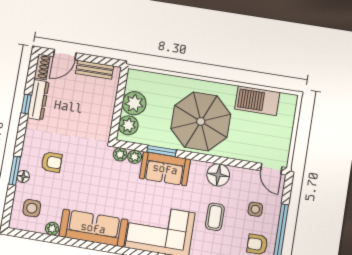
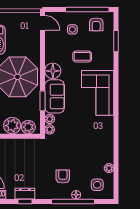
dresser: (38, 100) -> (25, 194), width x0.70
door: (271, 169) -> (43, 23), hinge flipped
window: (15, 171) -> (73, 201), width x2.11
floor lamp: (218, 175) -> (53, 71), moved
sofa: (93, 228) -> (104, 139), removed

